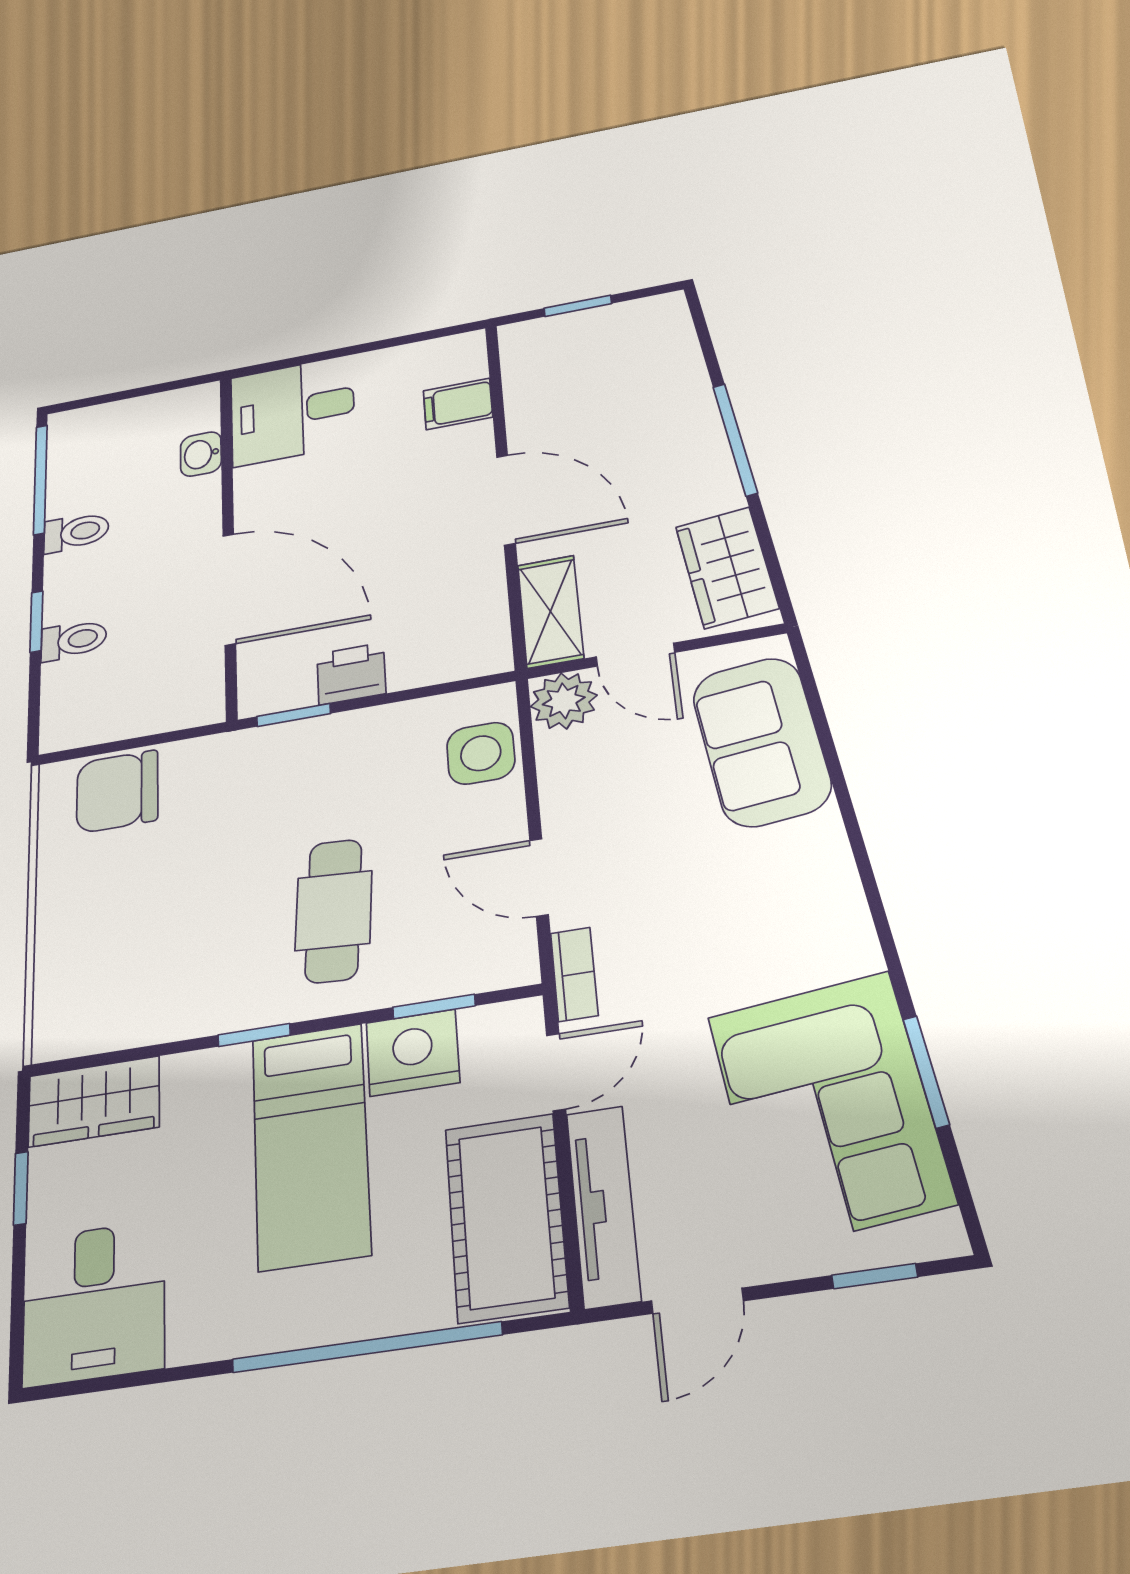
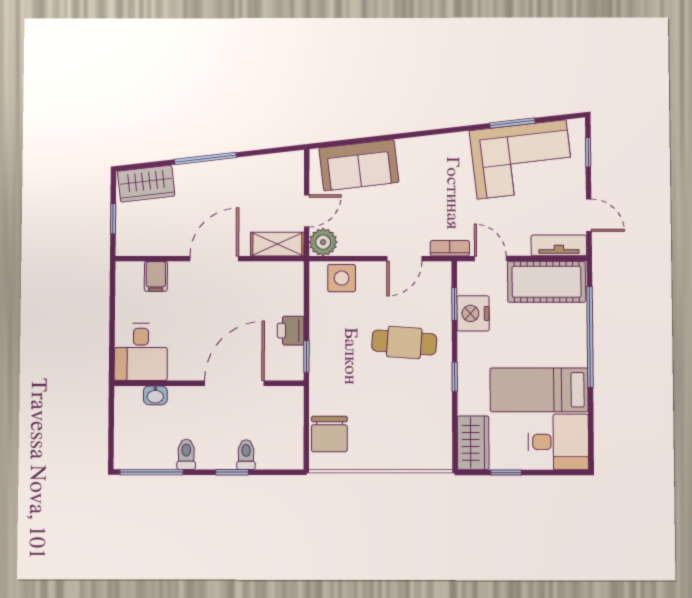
wardrobe: (727, 567) -> (146, 184), moved
bed: (311, 1145) -> (539, 390), moved, turned 180
tv unit: (603, 1206) -> (559, 245), width x0.71

